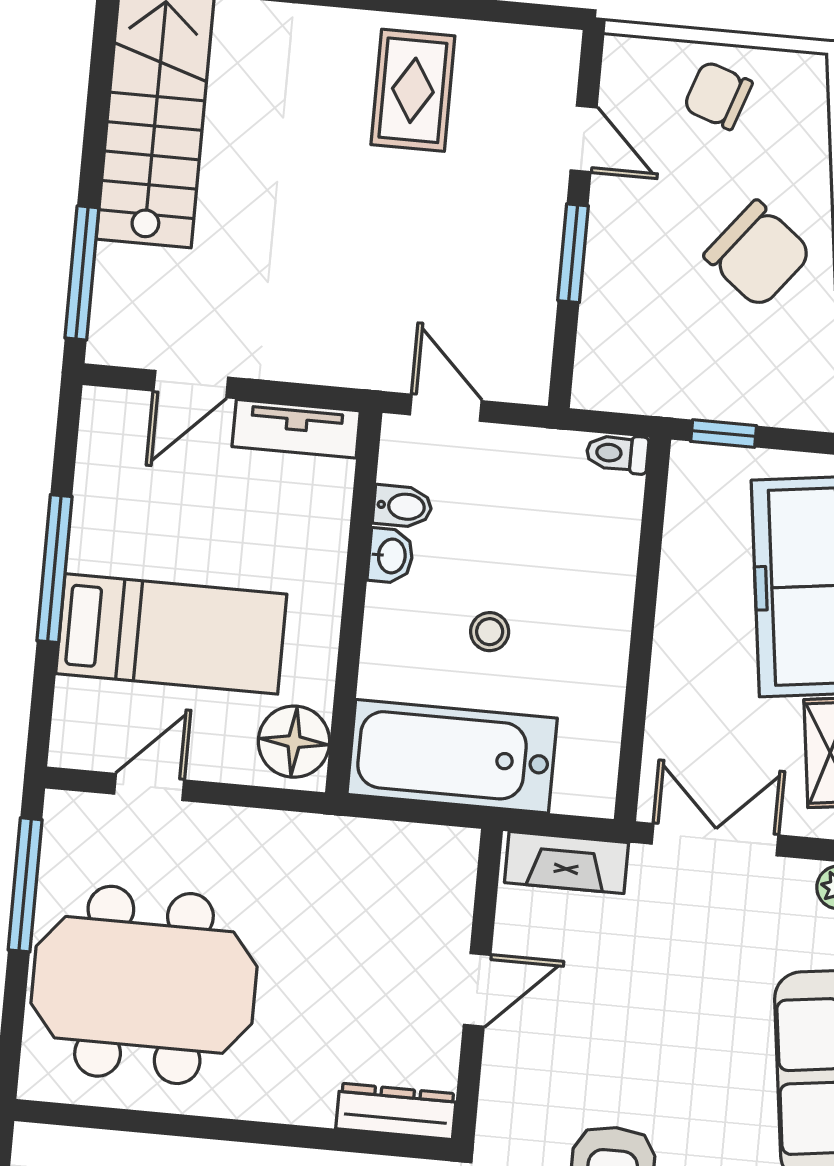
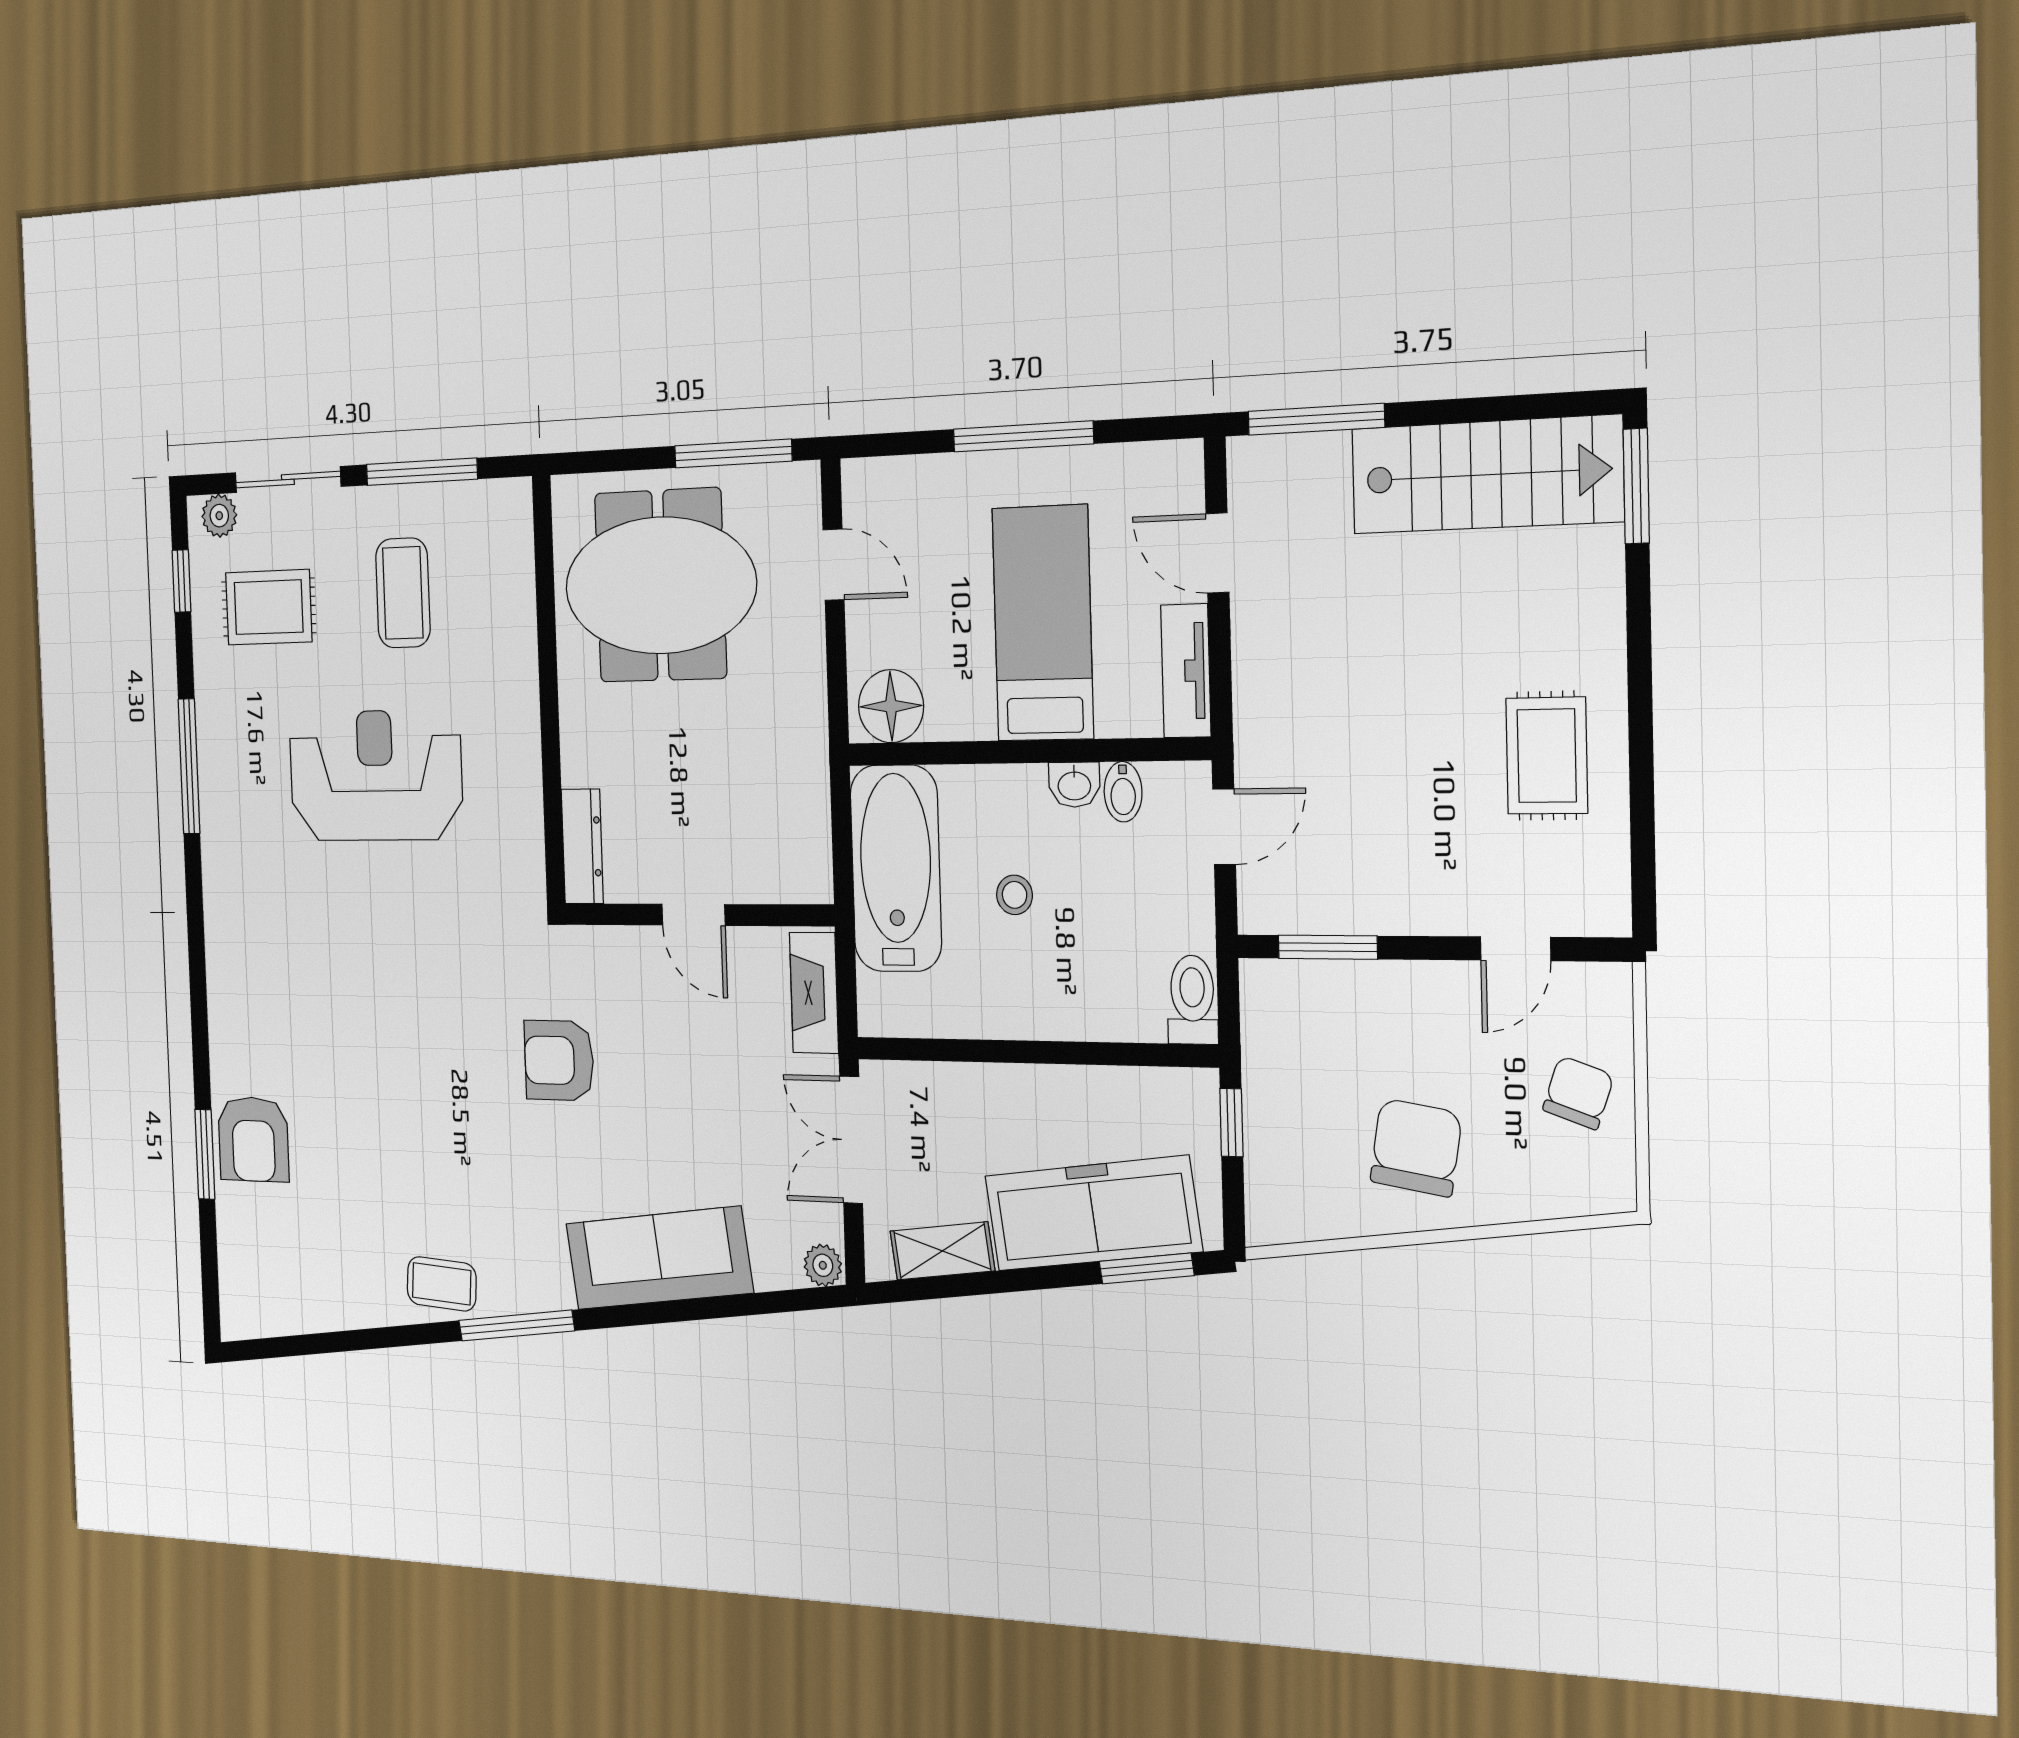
rug: (413, 90) -> (1547, 756), turned 90
window: (573, 253) -> (1328, 947), moved
chair: (758, 254) -> (1416, 1147), turned 151
toilet: (617, 453) -> (1192, 1000), width x1.37, depth x1.39
bed: (171, 634) -> (1043, 623), moved, turned 180
double door: (715, 840) -> (851, 1140), swing flipped
meeting table: (144, 985) -> (660, 585), turned 90

